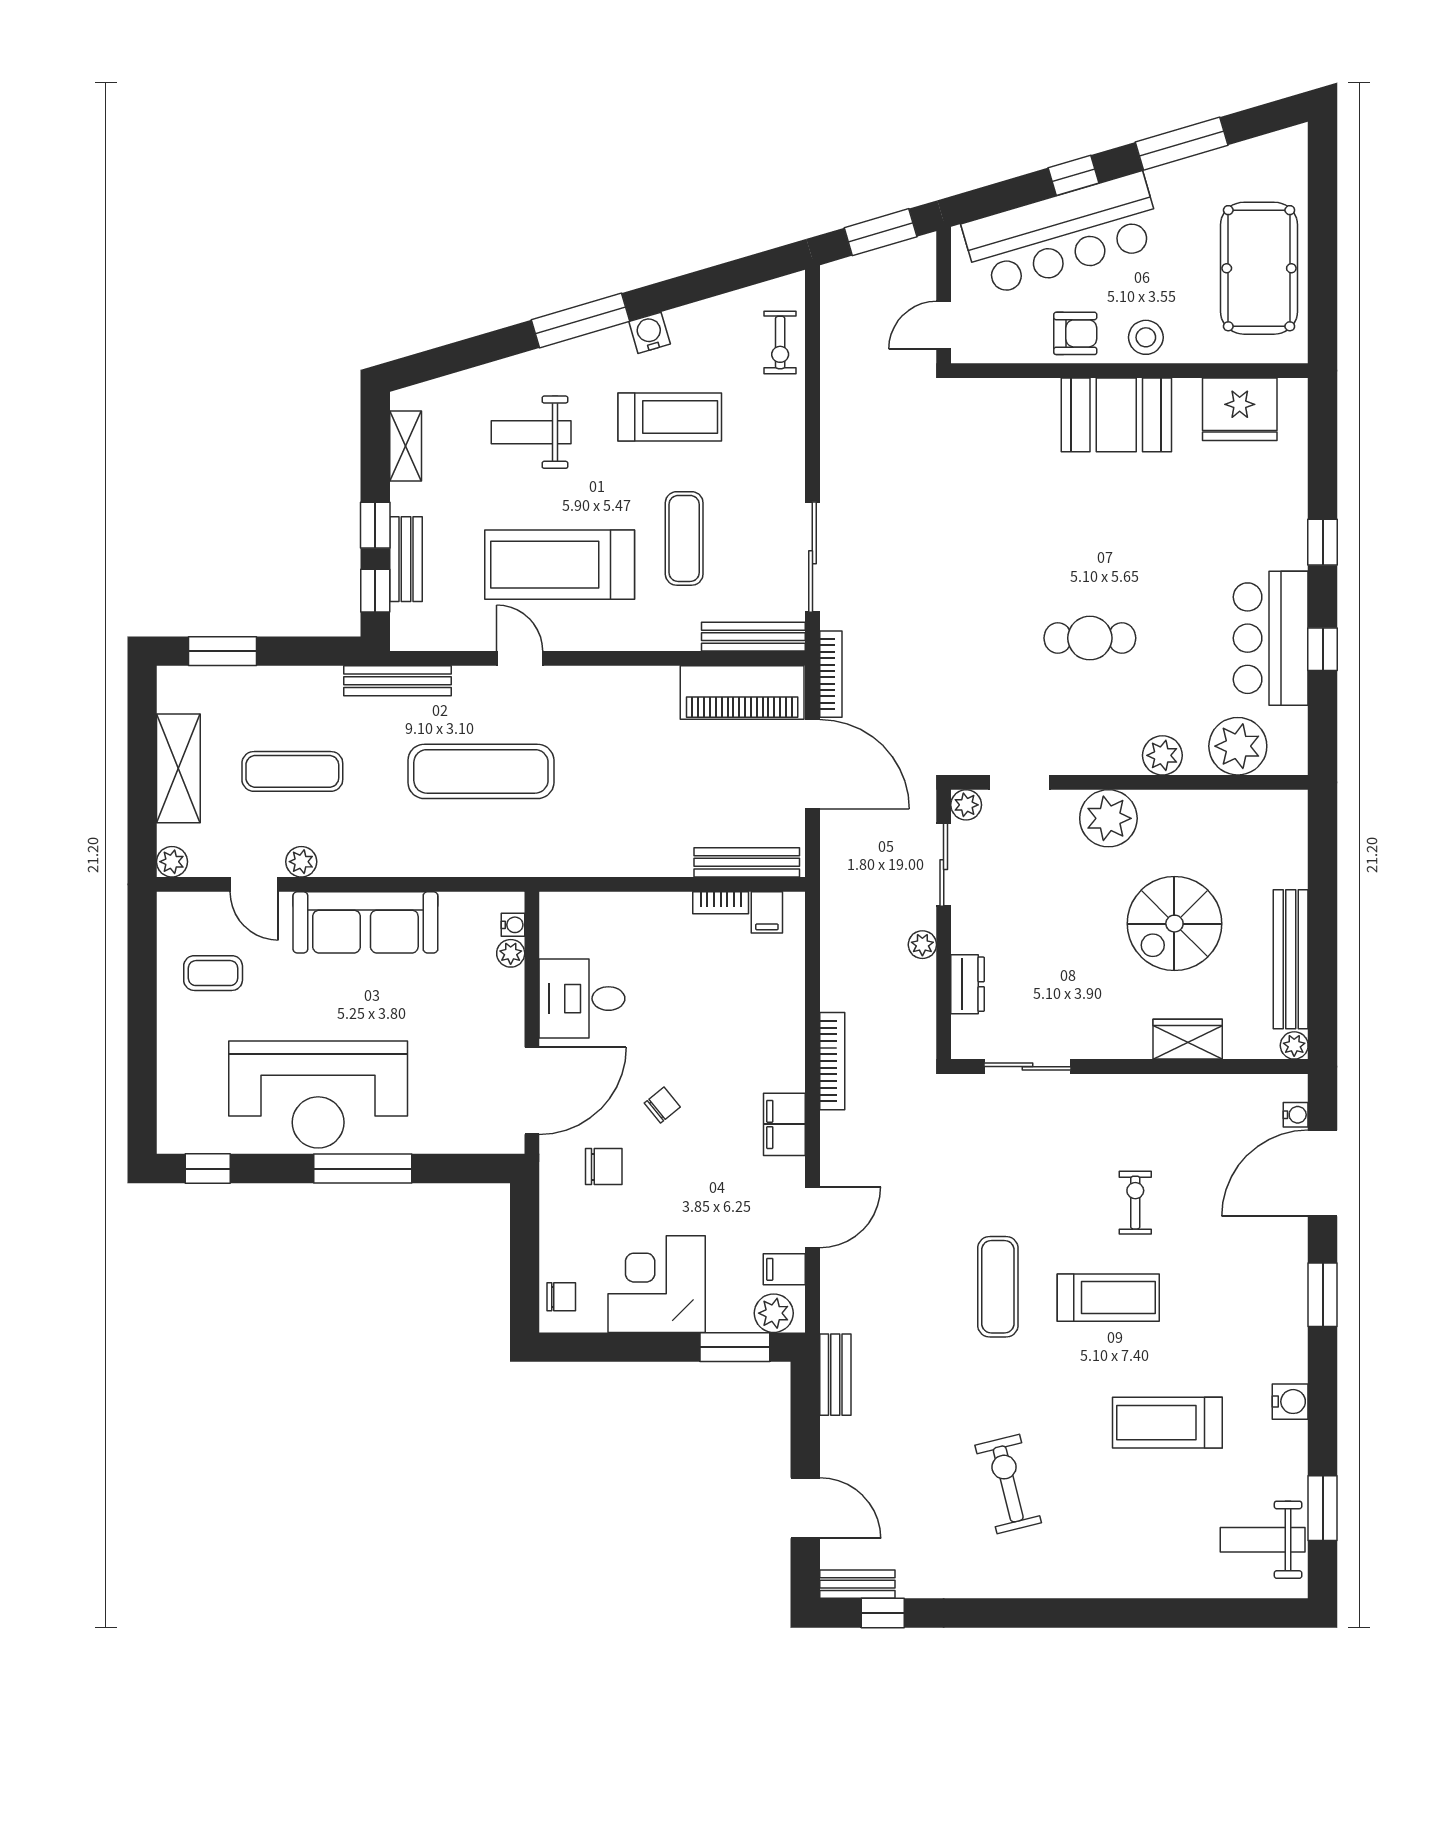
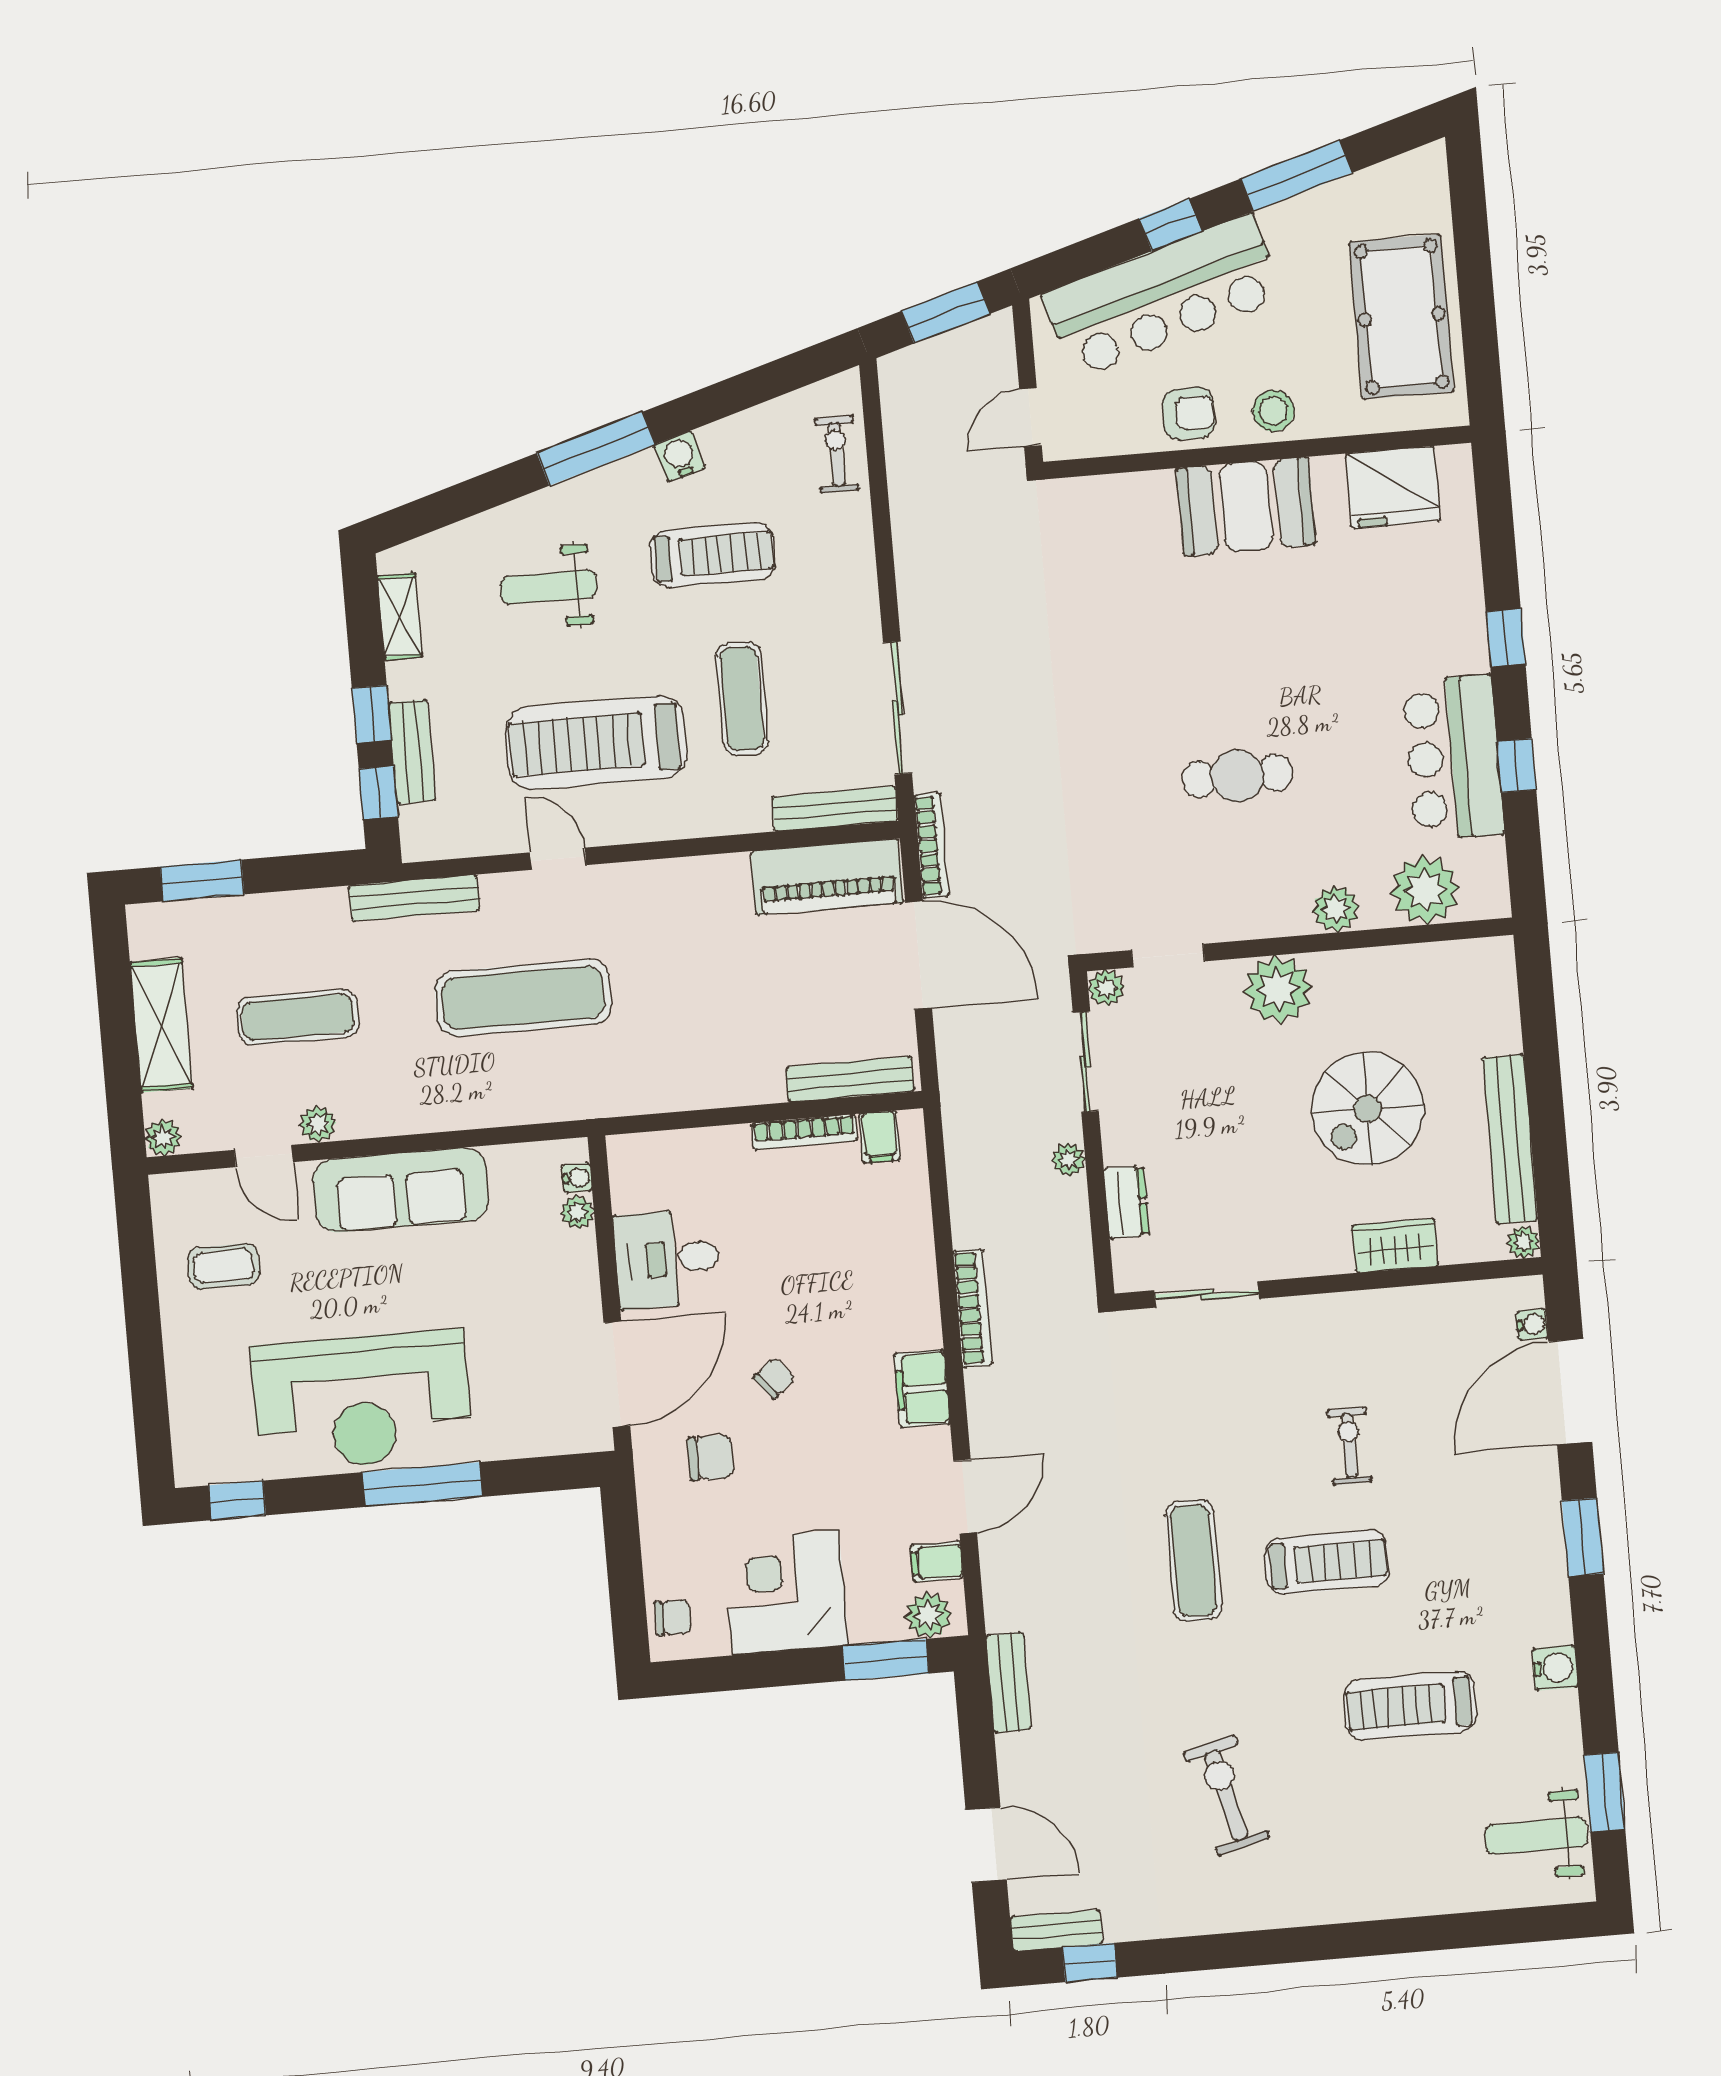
exercise bike: (780, 342) -> (837, 454), turned 180
bookcase: (721, 903) -> (804, 1132), width x1.56

